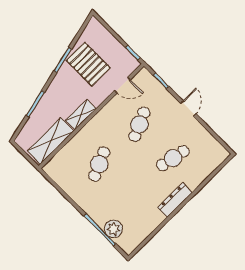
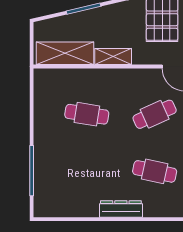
cafe table: (99, 164) -> (87, 114), turned 33
plant: (113, 229) -> (44, 181), removed

